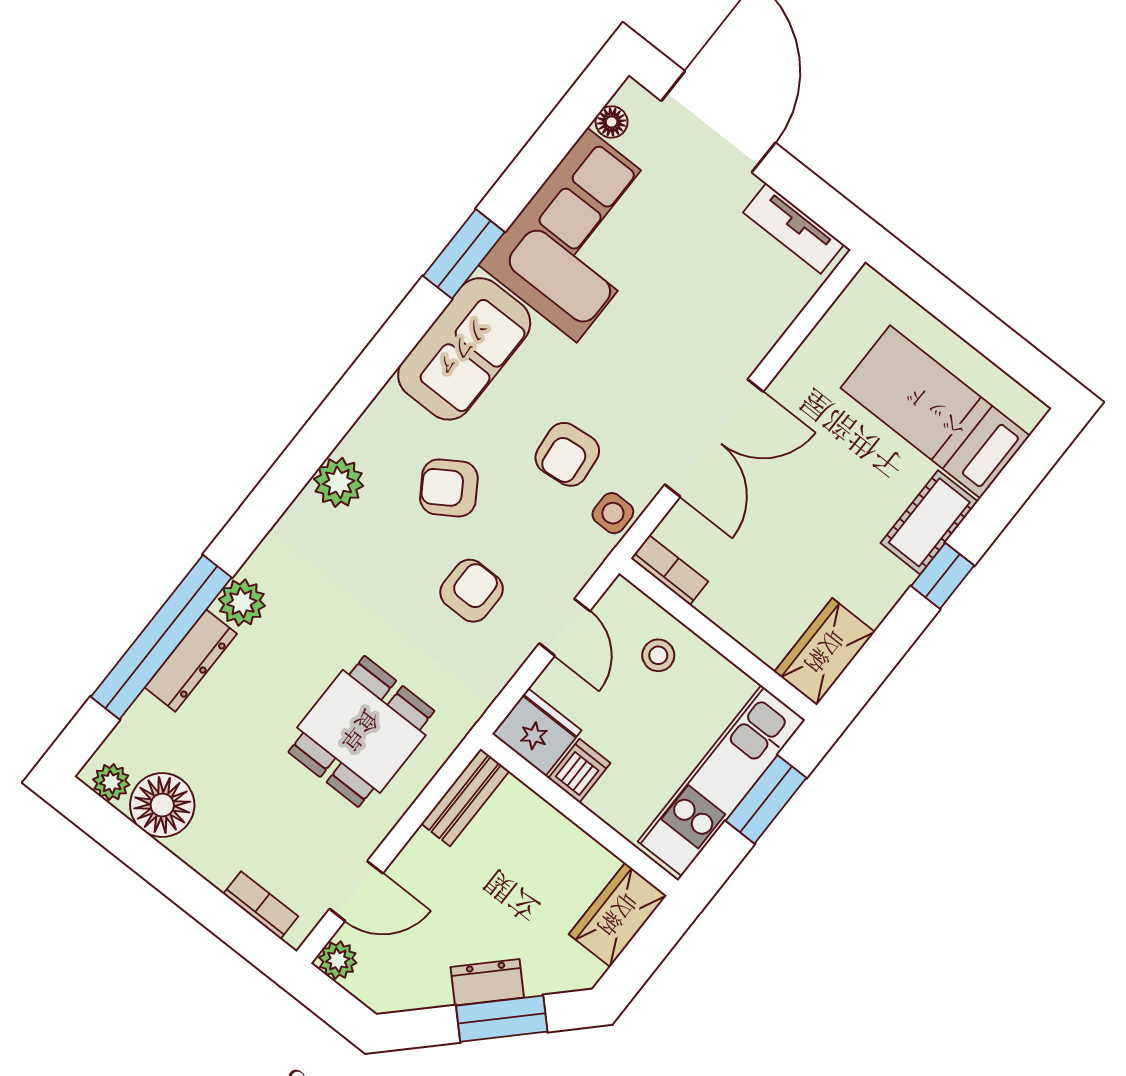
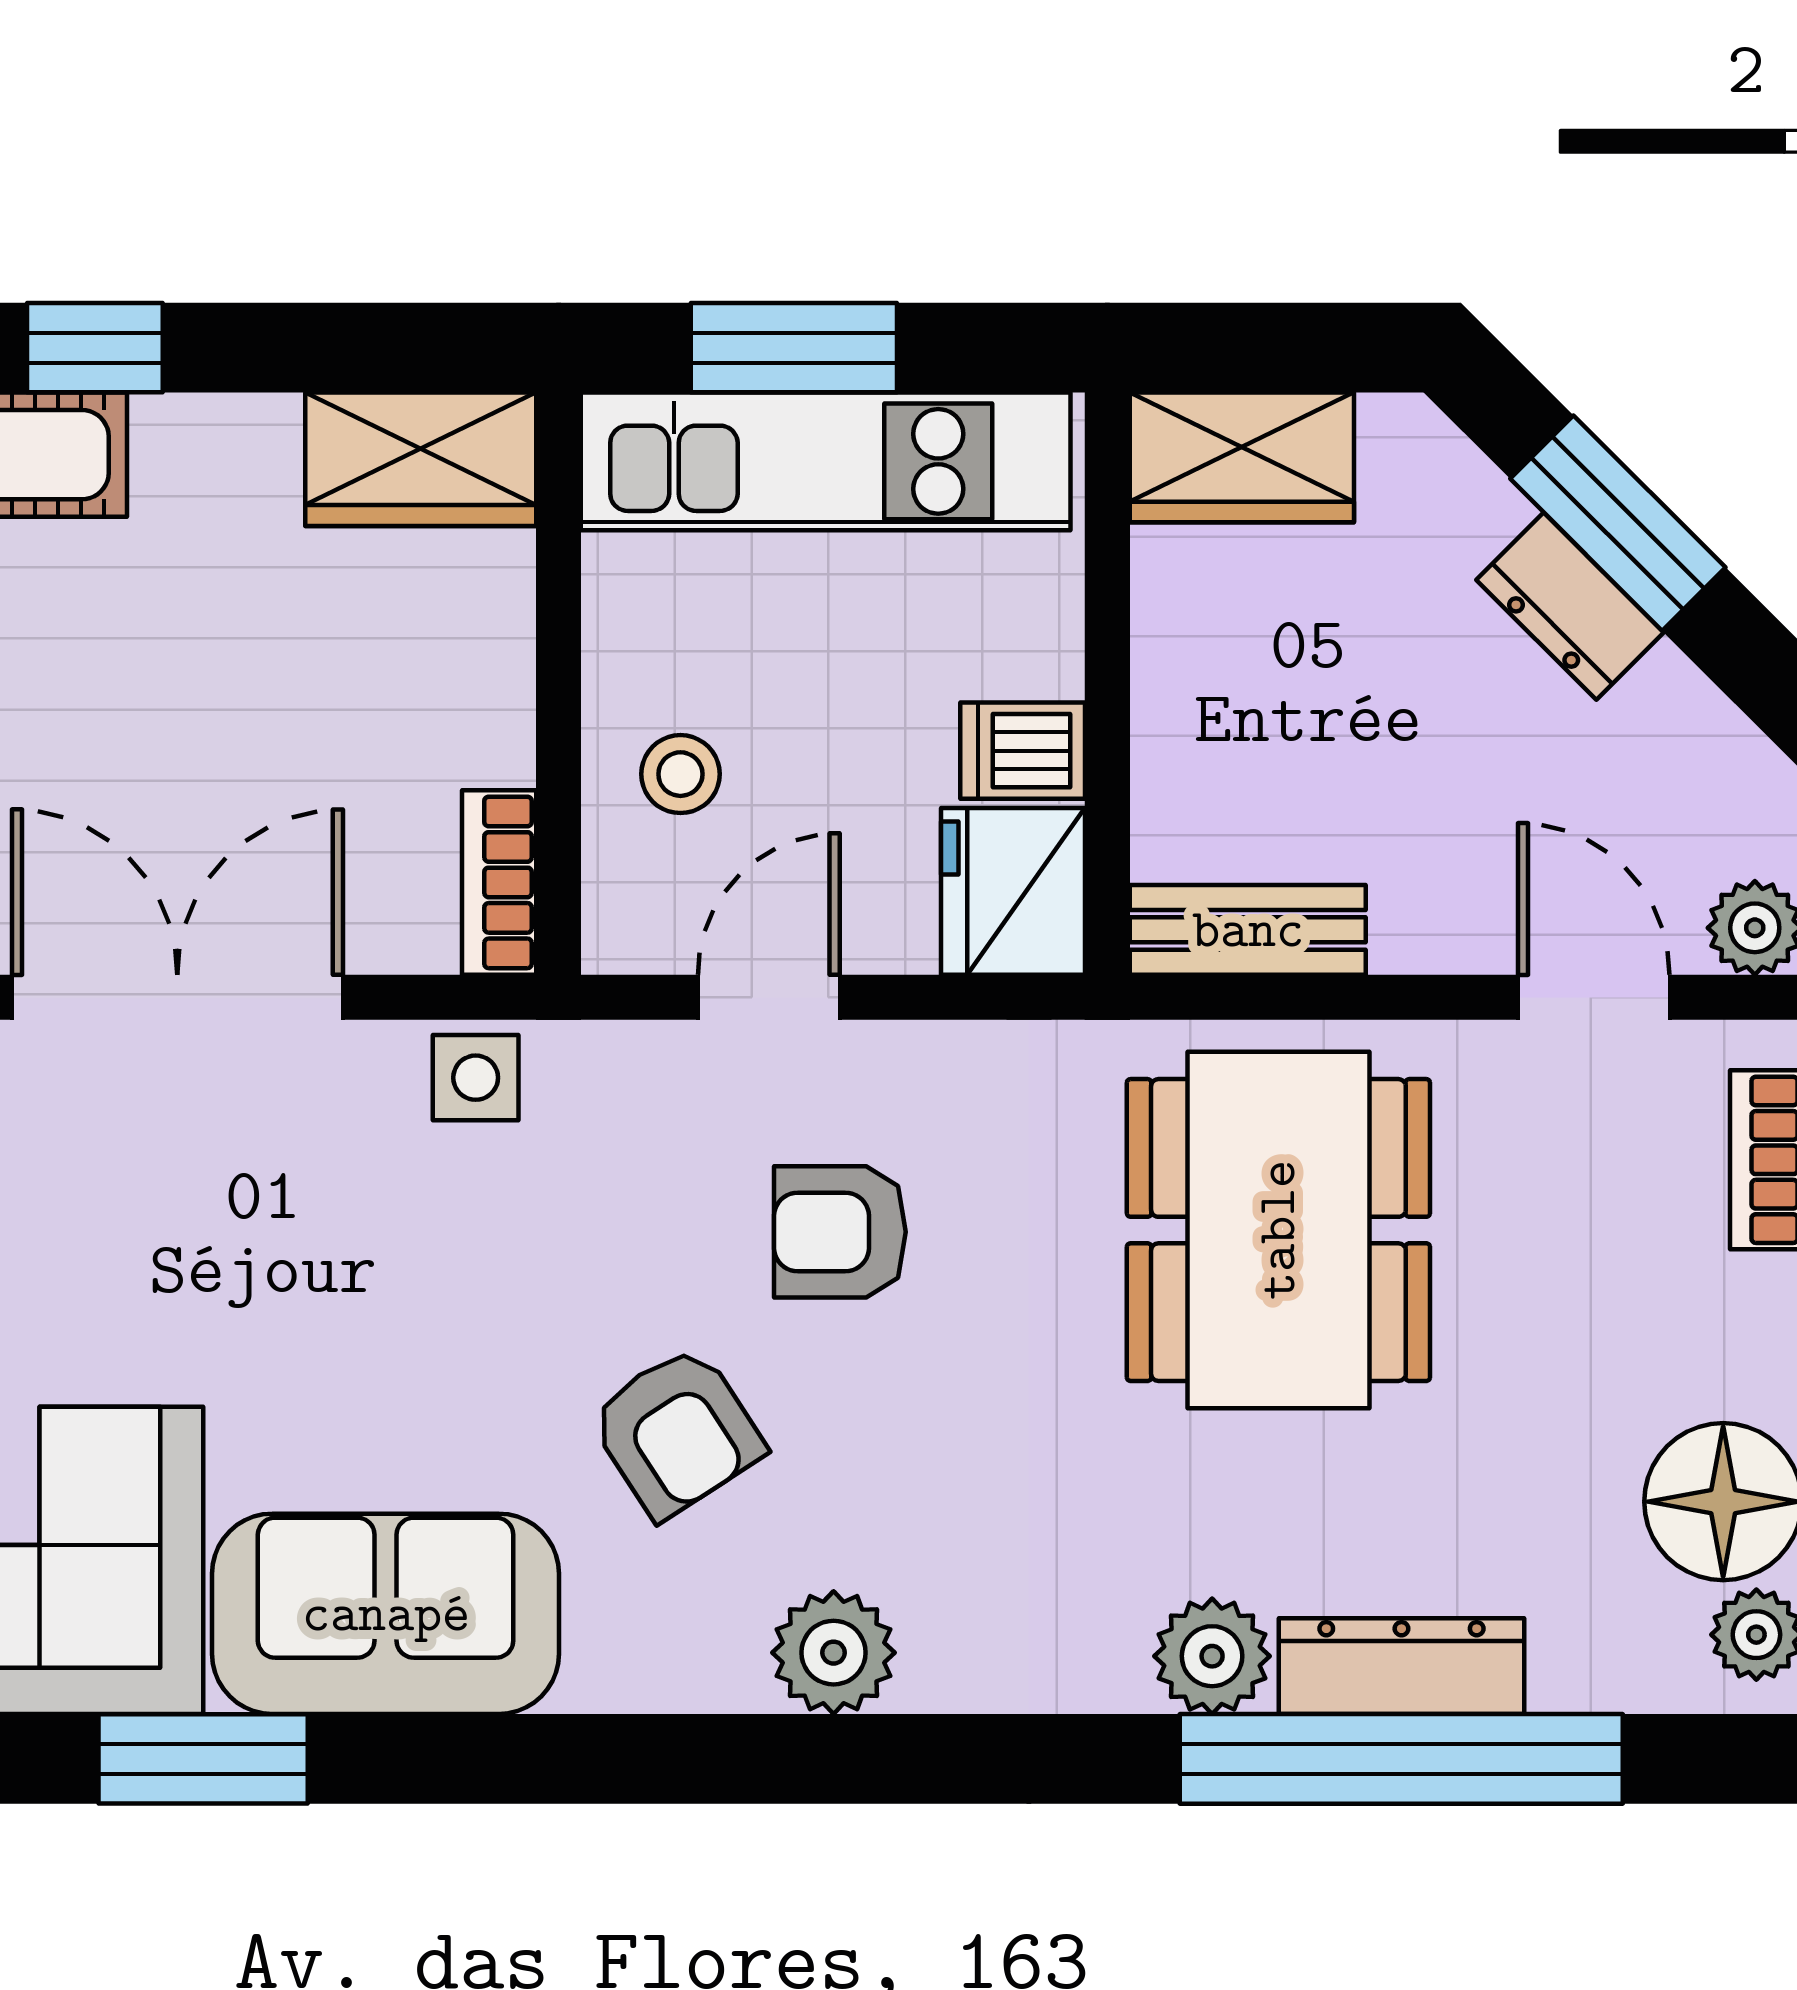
armchair: (567, 454) -> (432, 1255), removed
dining table: (361, 731) -> (1278, 1230), width x1.38

